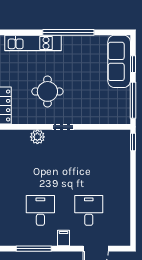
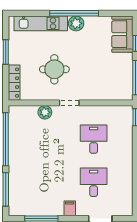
plant: (70, 43) -> (76, 23), added
sofa: (119, 61) -> (122, 34), width x0.73
desk: (40, 210) -> (94, 139), moved

